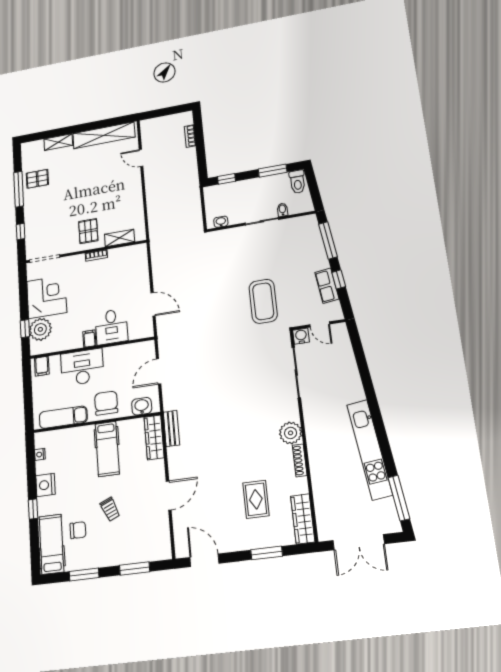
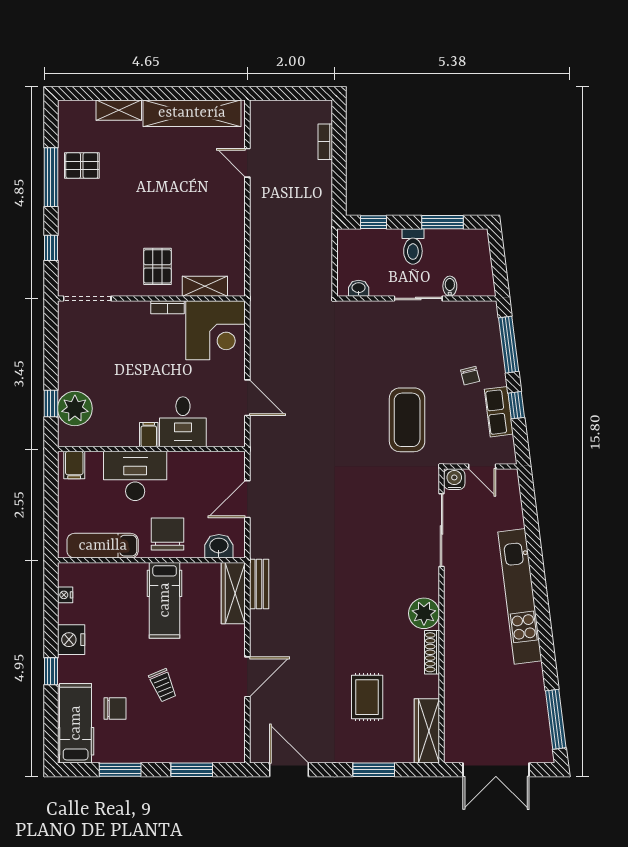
toilet: (297, 182) -> (413, 247), moved
chair: (304, 265) -> (470, 376), added
corner desk: (47, 297) -> (216, 330), moved, turned 90
kitchen unit: (370, 449) -> (520, 596), moved

